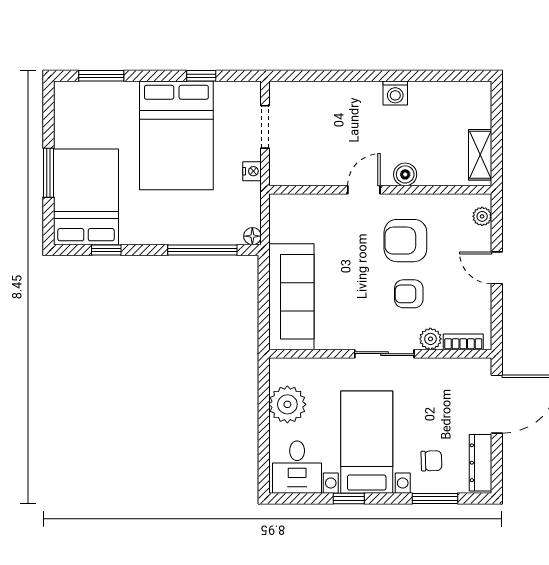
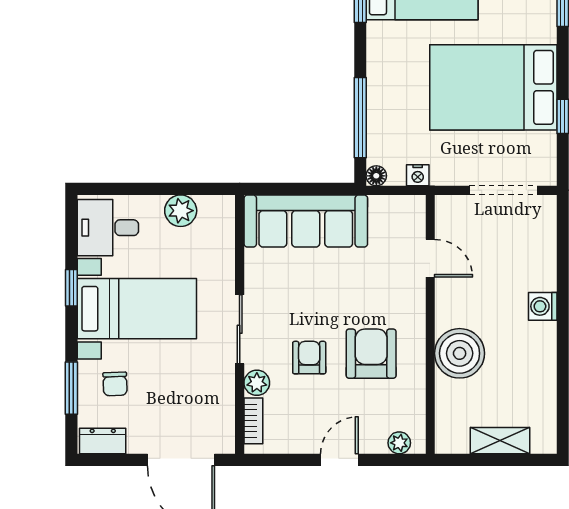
washing machine: (395, 93) -> (543, 306), moved
doorway: (265, 127) -> (503, 190), width x1.38
shelving: (480, 155) -> (500, 441), moved
nightstand: (252, 171) -> (418, 175), moved
boiler: (405, 174) -> (460, 353), width x1.86, depth x1.86
door: (364, 190) -> (430, 258), moved
plant: (287, 404) -> (181, 211), width x0.73, depth x0.73
dresser: (481, 463) -> (103, 441), width x0.70

